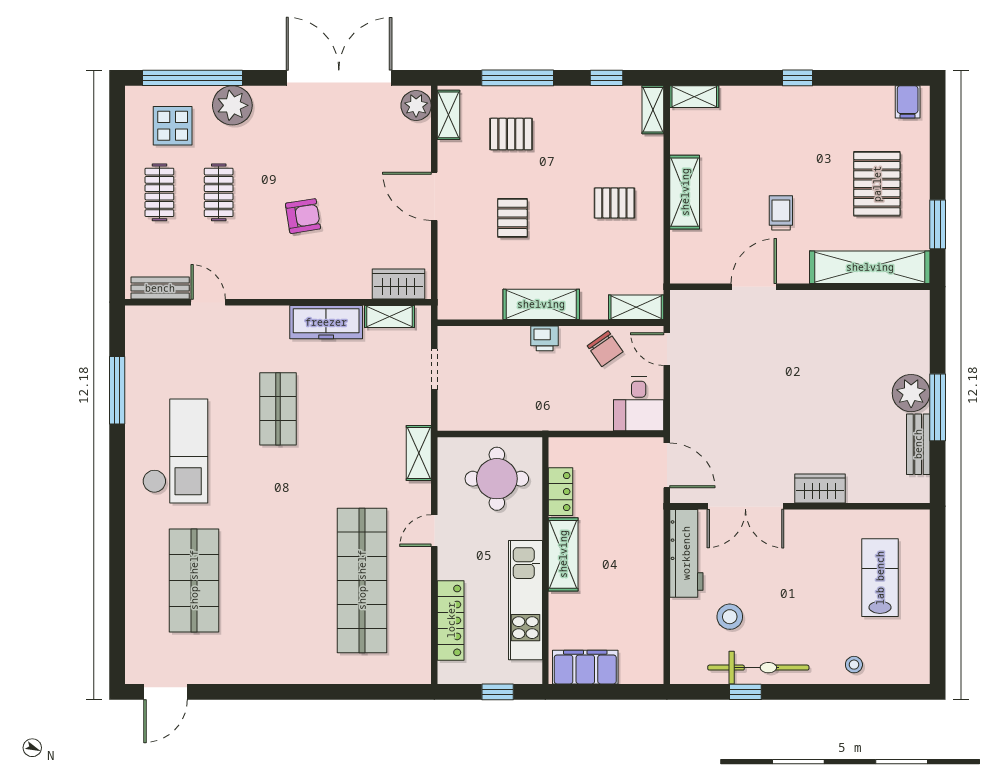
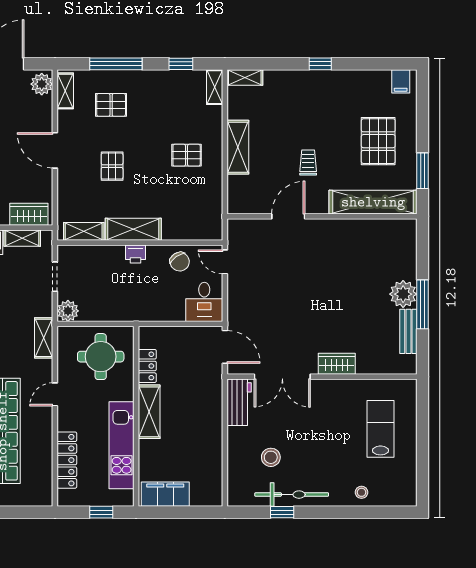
shelving: (636, 307) -> (84, 231), moved
plant: (452, 416) -> (68, 311), added
workbench: (686, 553) -> (239, 402), width x0.73

